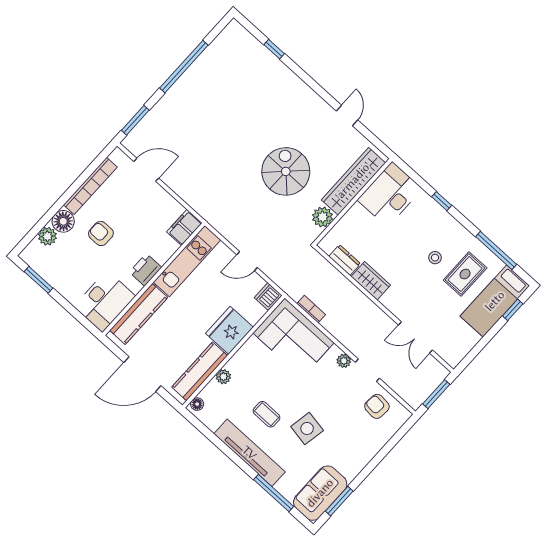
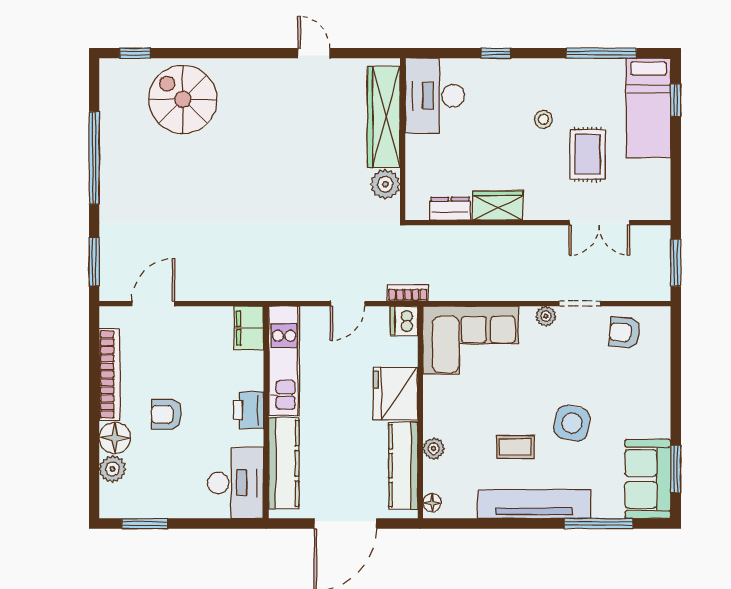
window: (274, 49) -> (135, 53), moved
spiral stairs: (286, 171) -> (183, 99), moved
rug: (465, 274) -> (588, 154), moved
bookcase: (311, 309) -> (408, 293), moved

